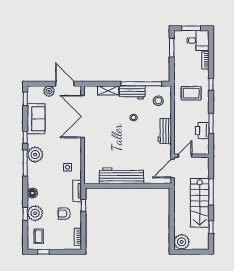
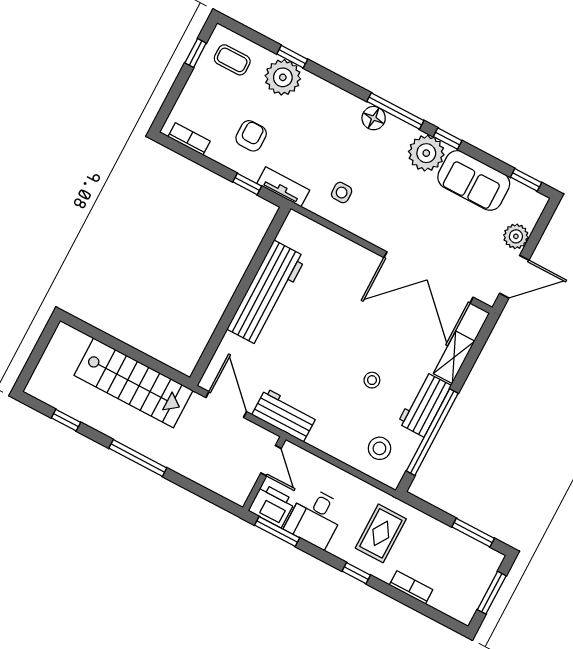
desk: (198, 40) -> (315, 518), moved
rug: (191, 93) -> (381, 533), moved
double door: (83, 117) -> (429, 277), swing flipped
workbench: (165, 131) -> (285, 415), moved
plant: (35, 155) -> (426, 153), moved
door: (185, 156) -> (271, 461), moved
wall: (191, 156) -> (264, 474), moved
floor lamp: (32, 193) -> (374, 118), moved
stairs: (200, 203) -> (134, 383), moved, turned 180
plant: (182, 242) -> (68, 345), removed

